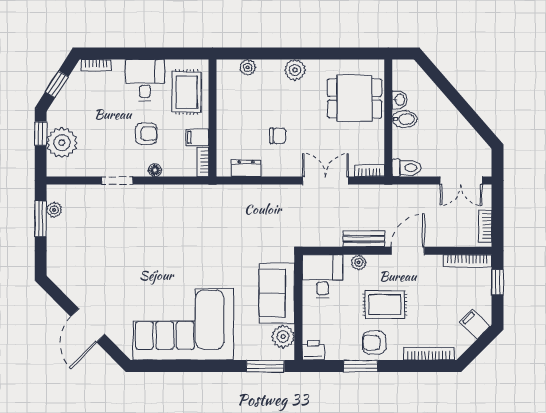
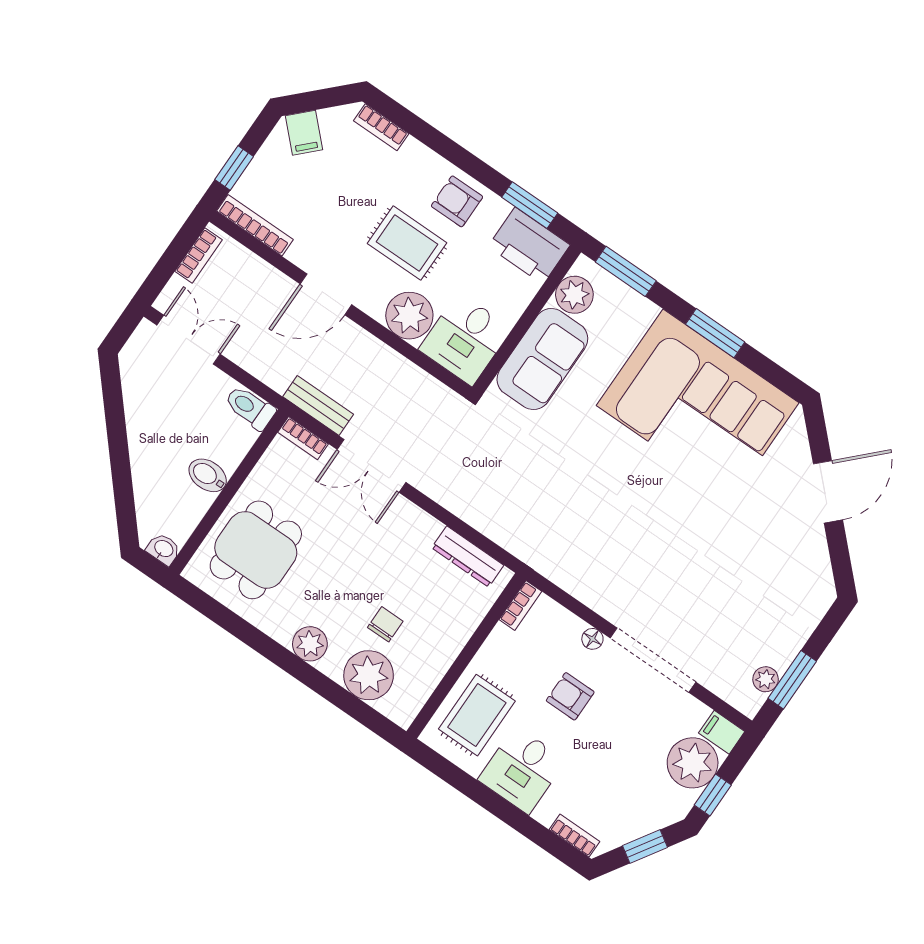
plant: (248, 67) -> (369, 675), width x1.88, depth x1.88
dining table: (355, 98) -> (256, 550), turned 90
washbasin: (399, 100) -> (163, 549), moved, turned 90
chair: (278, 136) -> (385, 624), moved, turned 90
filing cabinet: (197, 137) -> (722, 732), moved, turned 180
dresser: (246, 168) -> (468, 557), width x1.44
doorway: (117, 180) -> (653, 660), width x1.88
bench: (364, 239) -> (318, 405), moved
plant: (359, 262) -> (409, 316), width x1.88, depth x1.88
armchair: (374, 343) -> (457, 201), turned 180
printer: (313, 350) -> (529, 246), width x1.87, depth x1.48
bookcase: (429, 354) -> (381, 127), width x0.64
window: (199, 366) -> (715, 333), added
window: (361, 366) -> (530, 205), moved

